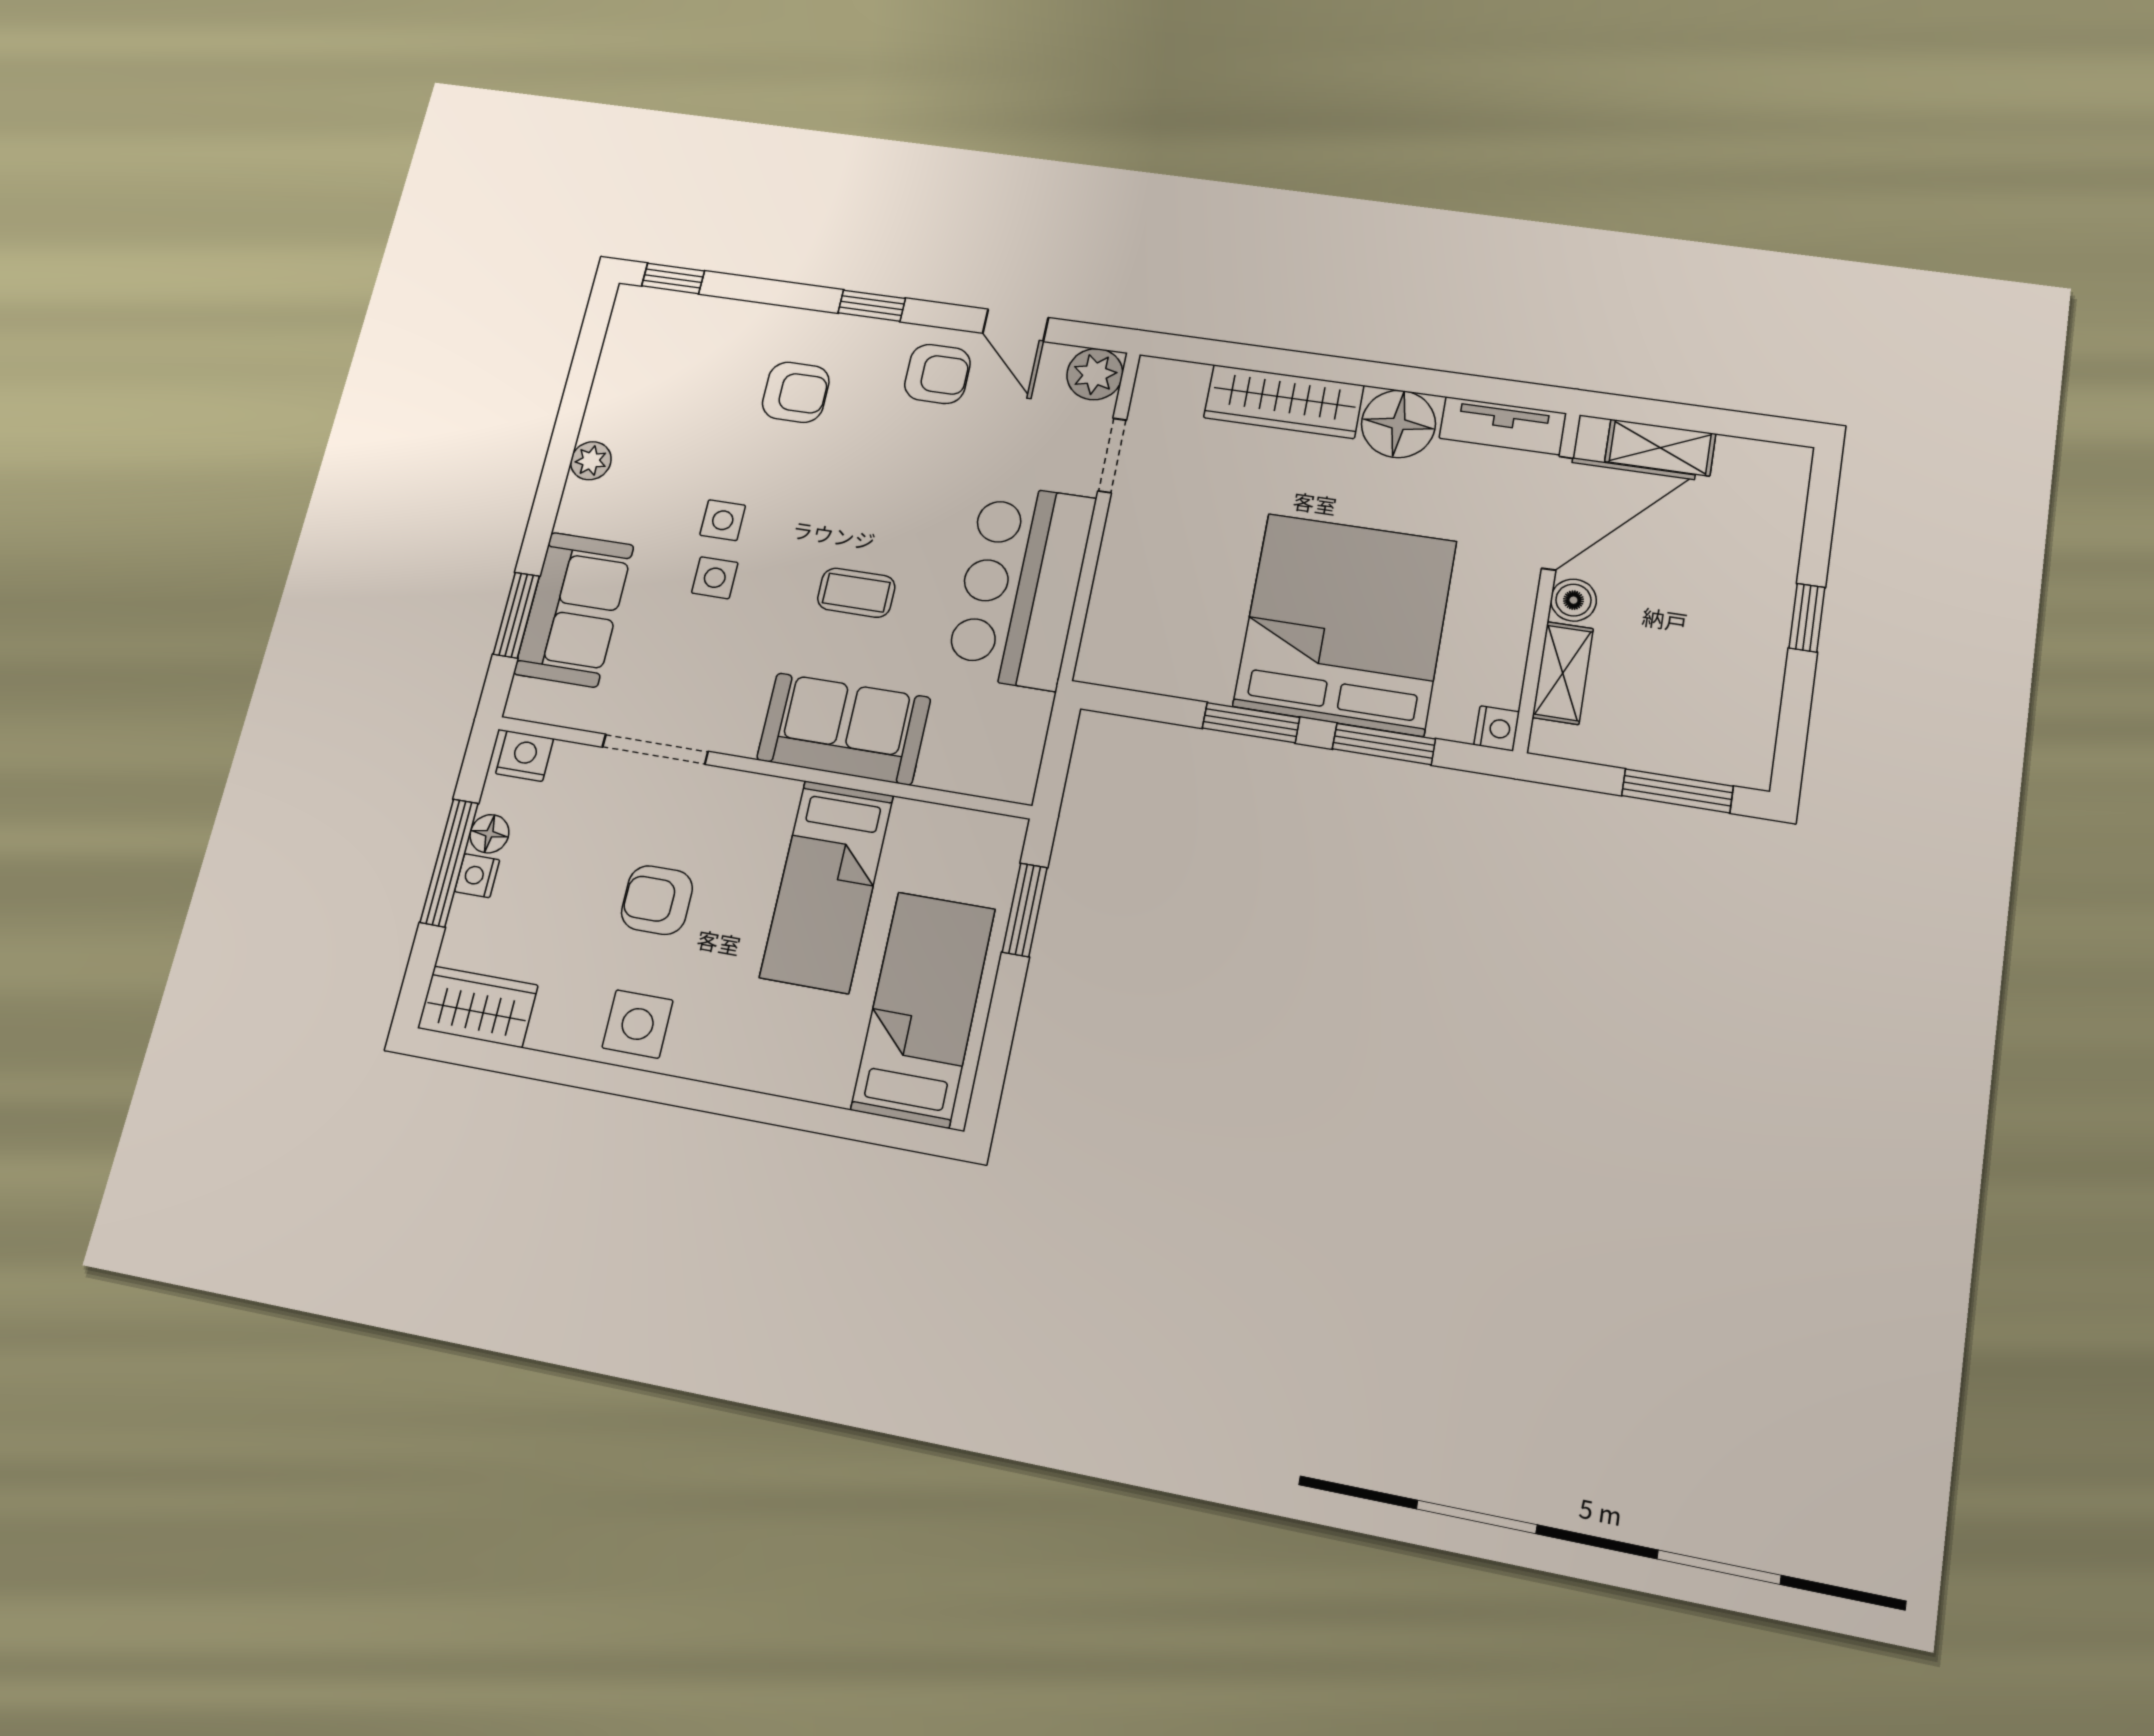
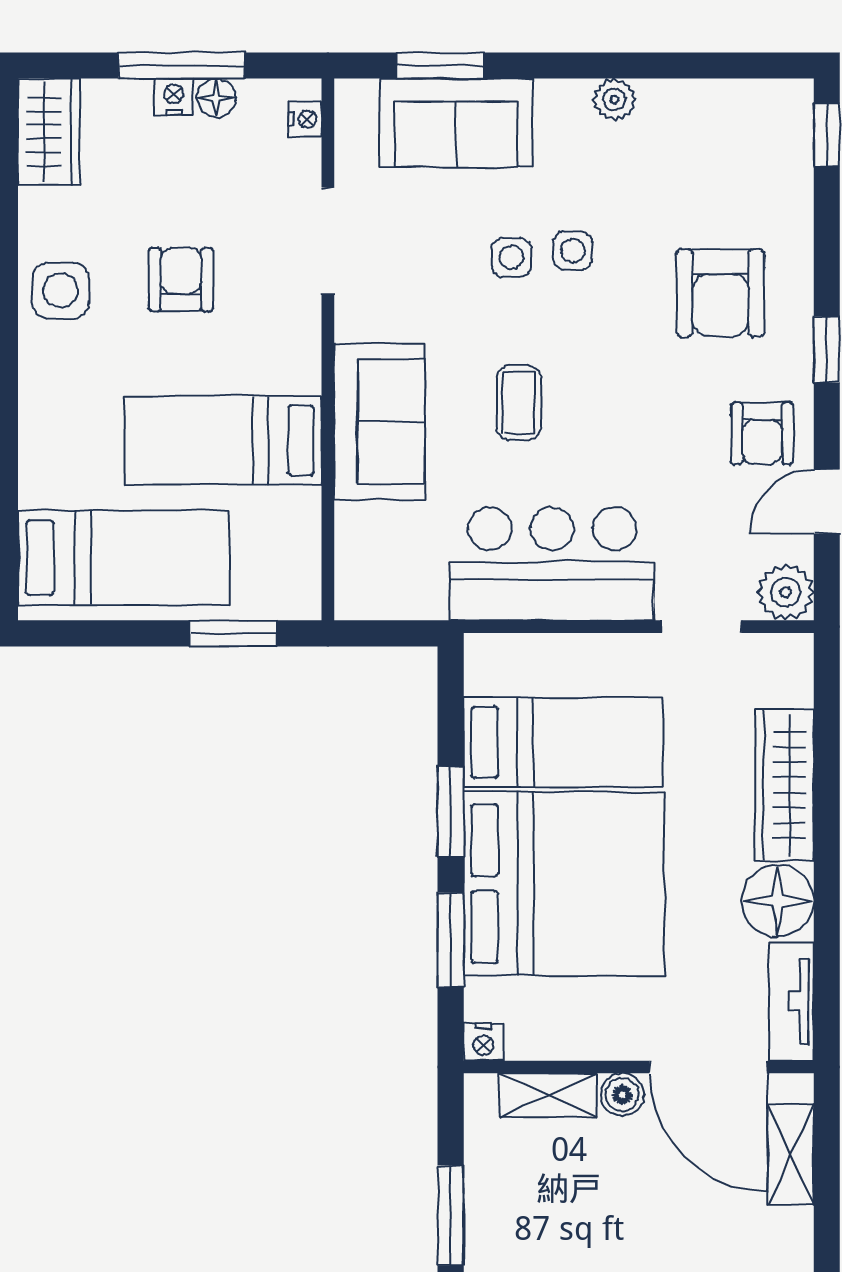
armchair: (796, 392) -> (720, 293), width x1.38, depth x1.38
bed: (1201, 602) -> (563, 742), added
nightstand: (525, 756) -> (305, 119), width x0.72, depth x0.74

